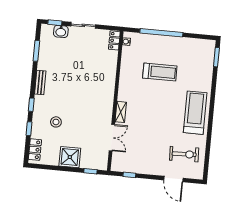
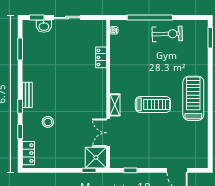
locker: (114, 40) -> (101, 57), moved
treadmill: (160, 72) -> (153, 104), moved
bench: (40, 83) -> (27, 95), moved
double door: (112, 138) -> (108, 133), swing flipped
exercise bike: (184, 154) -> (167, 34), moved
shower: (70, 157) -> (96, 158), moved

